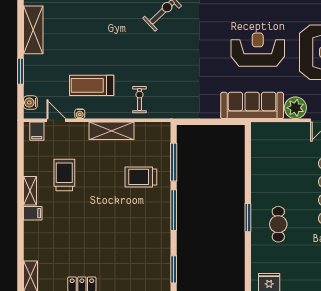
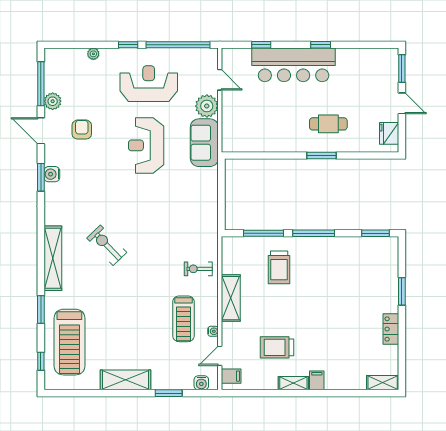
sofa: (252, 105) -> (204, 143), width x0.73

